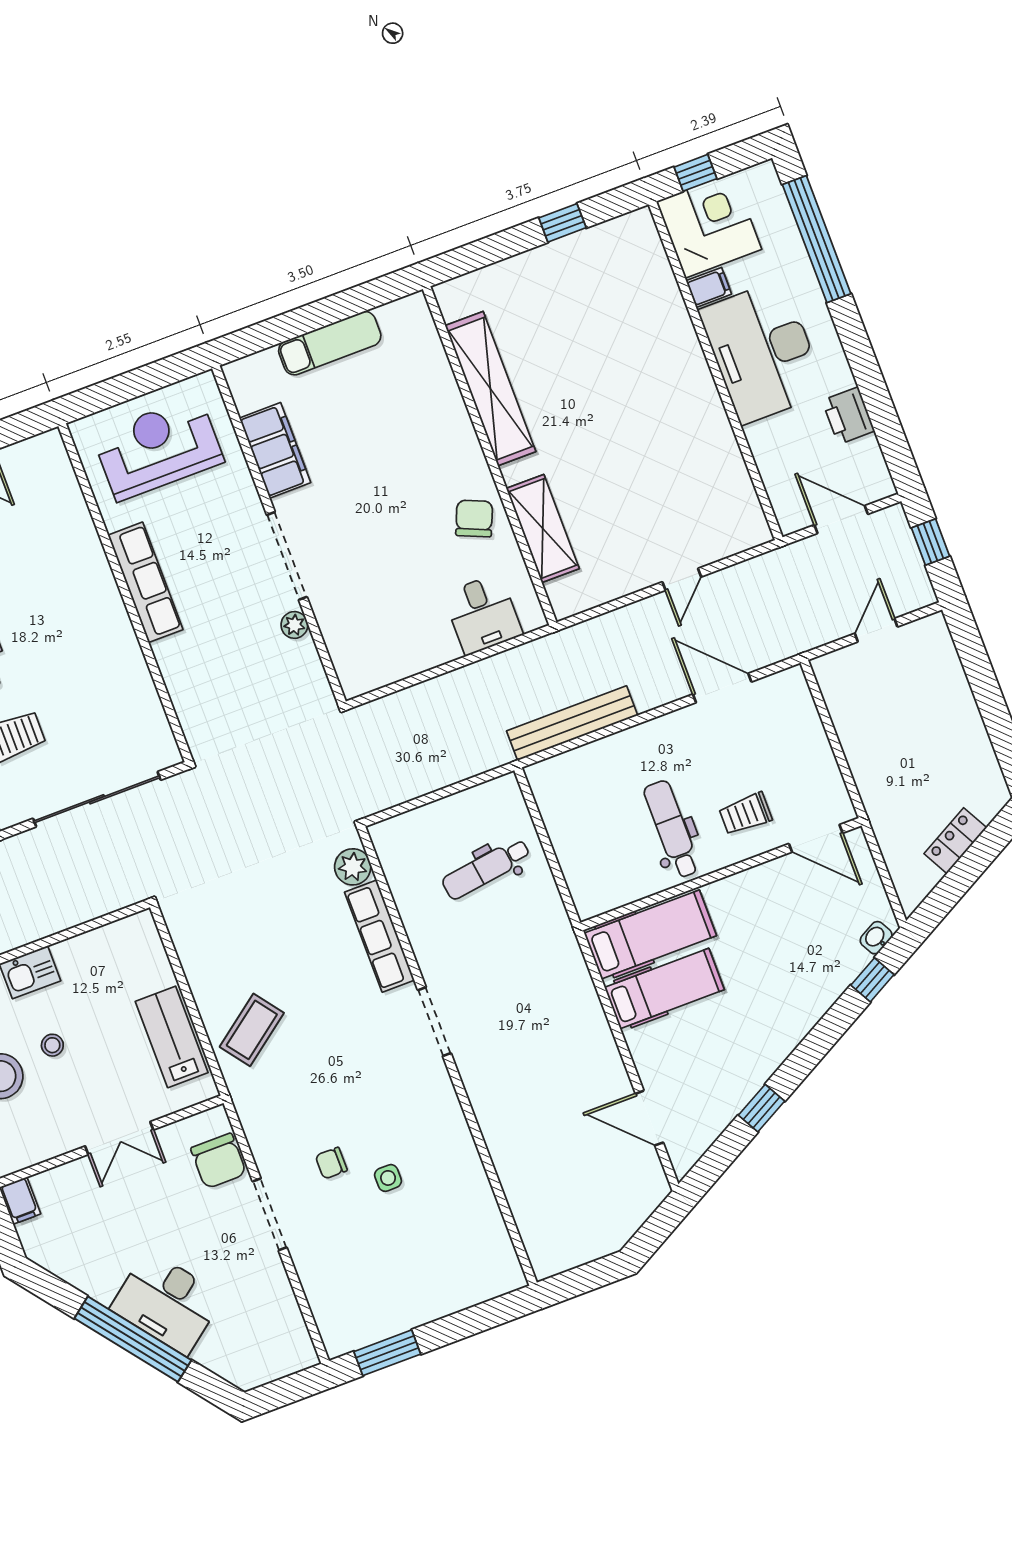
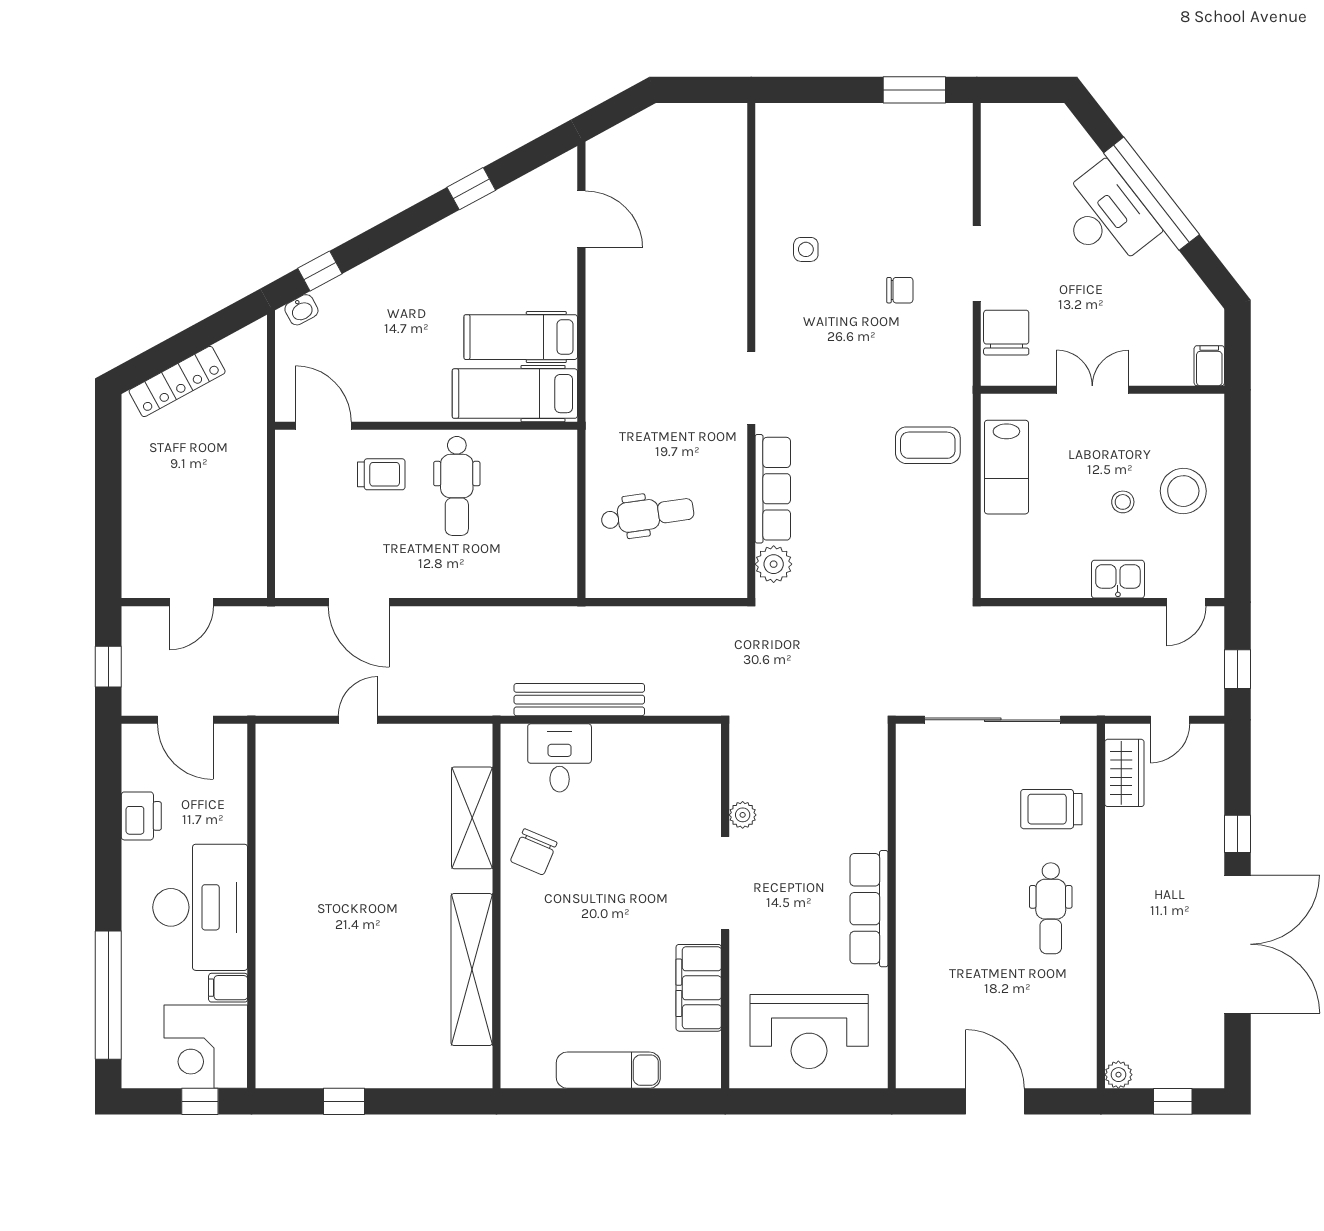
bench: (572, 723) -> (579, 700), moved
locker: (955, 841) -> (177, 381), width x1.53
coffee table: (252, 1030) -> (928, 445), turned 37
side table: (388, 1178) -> (806, 249), moved

